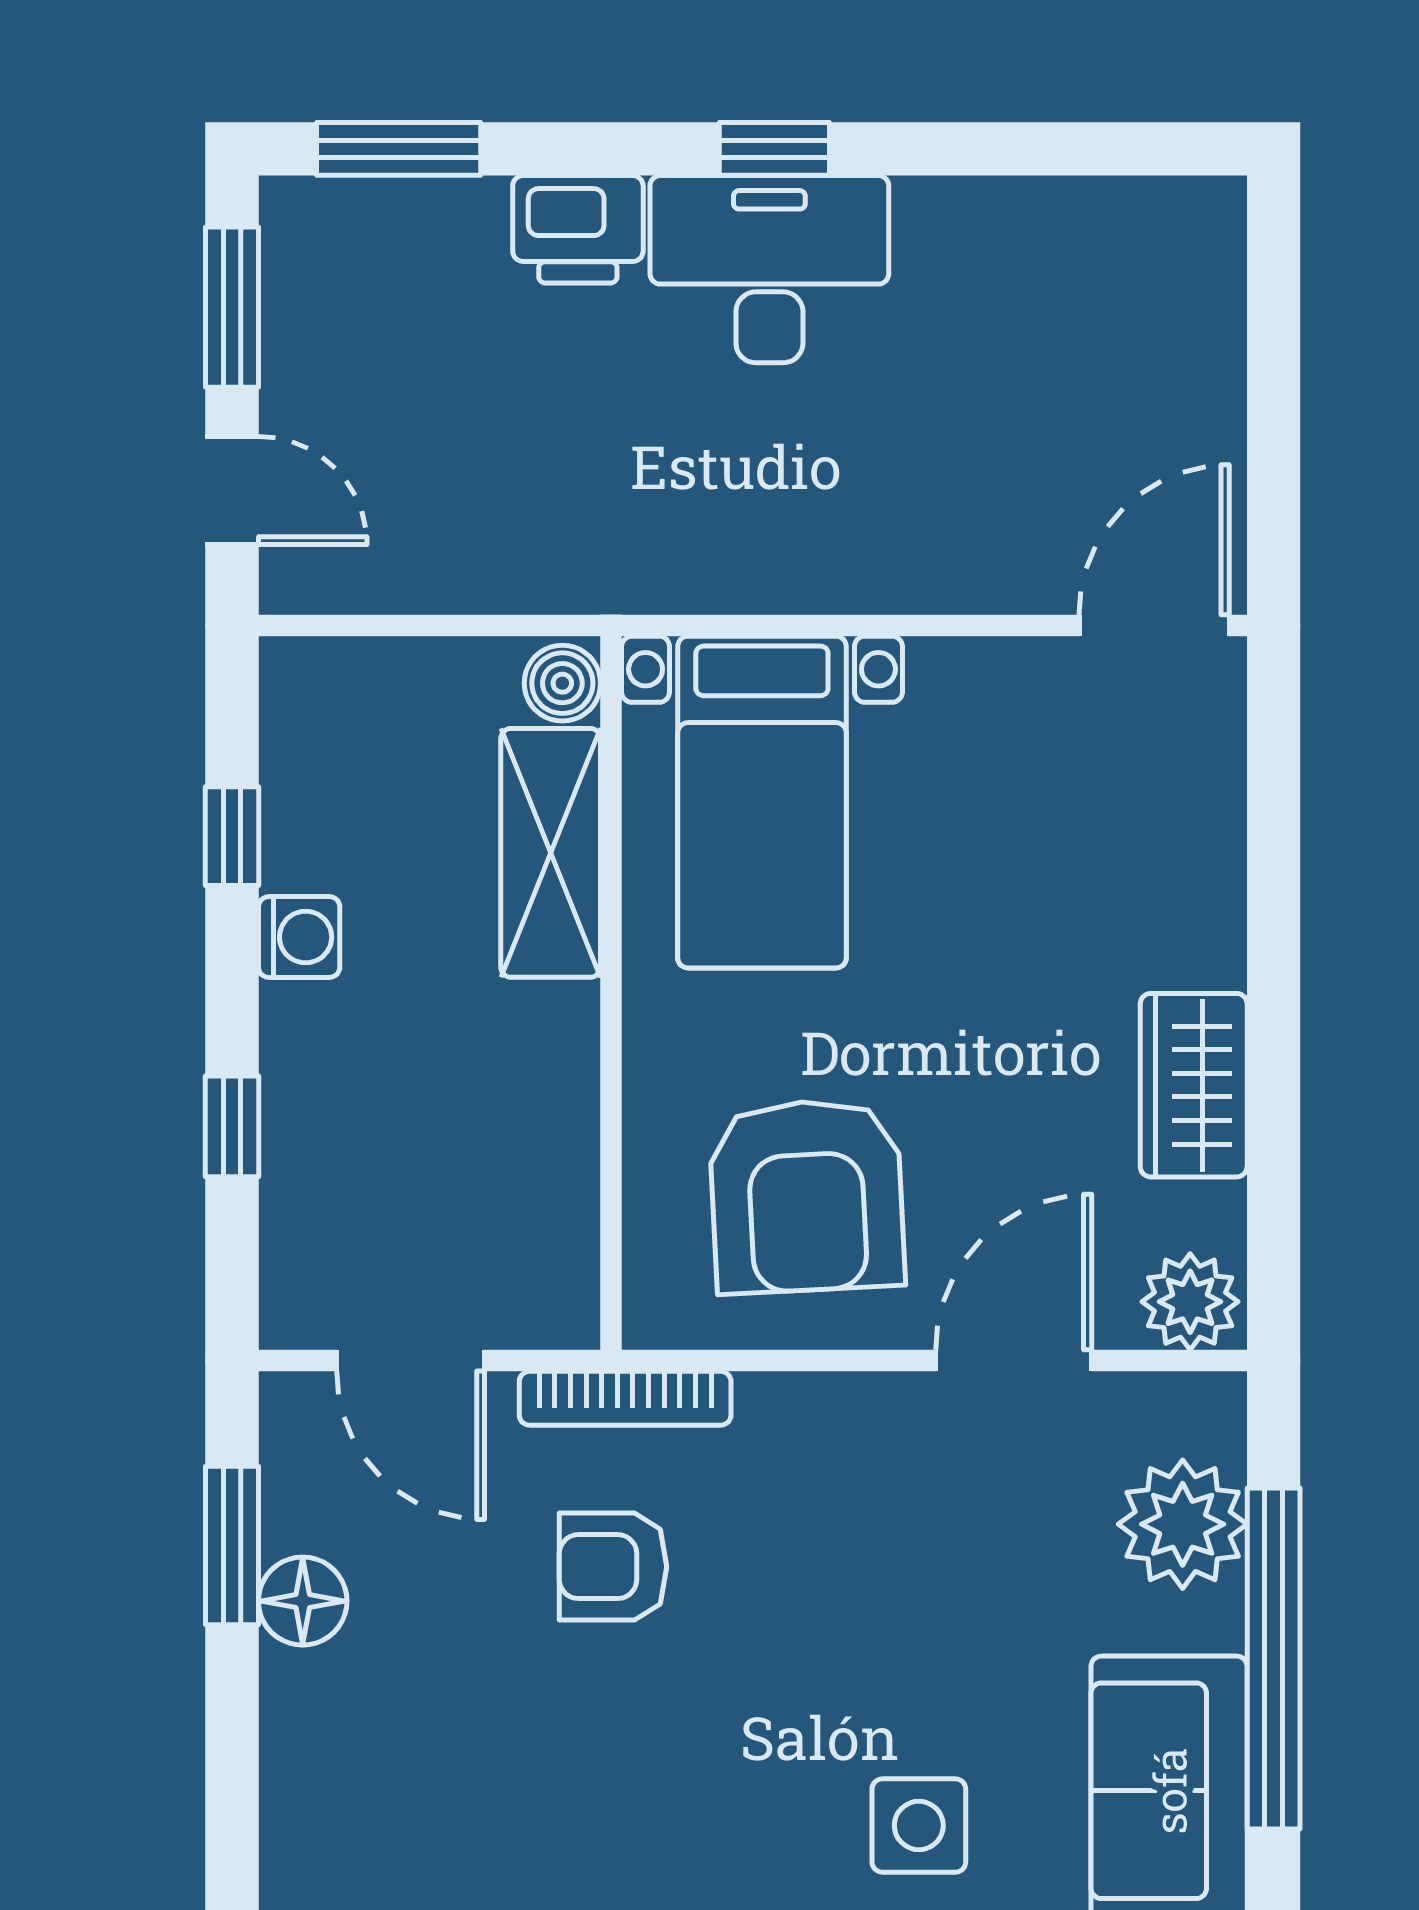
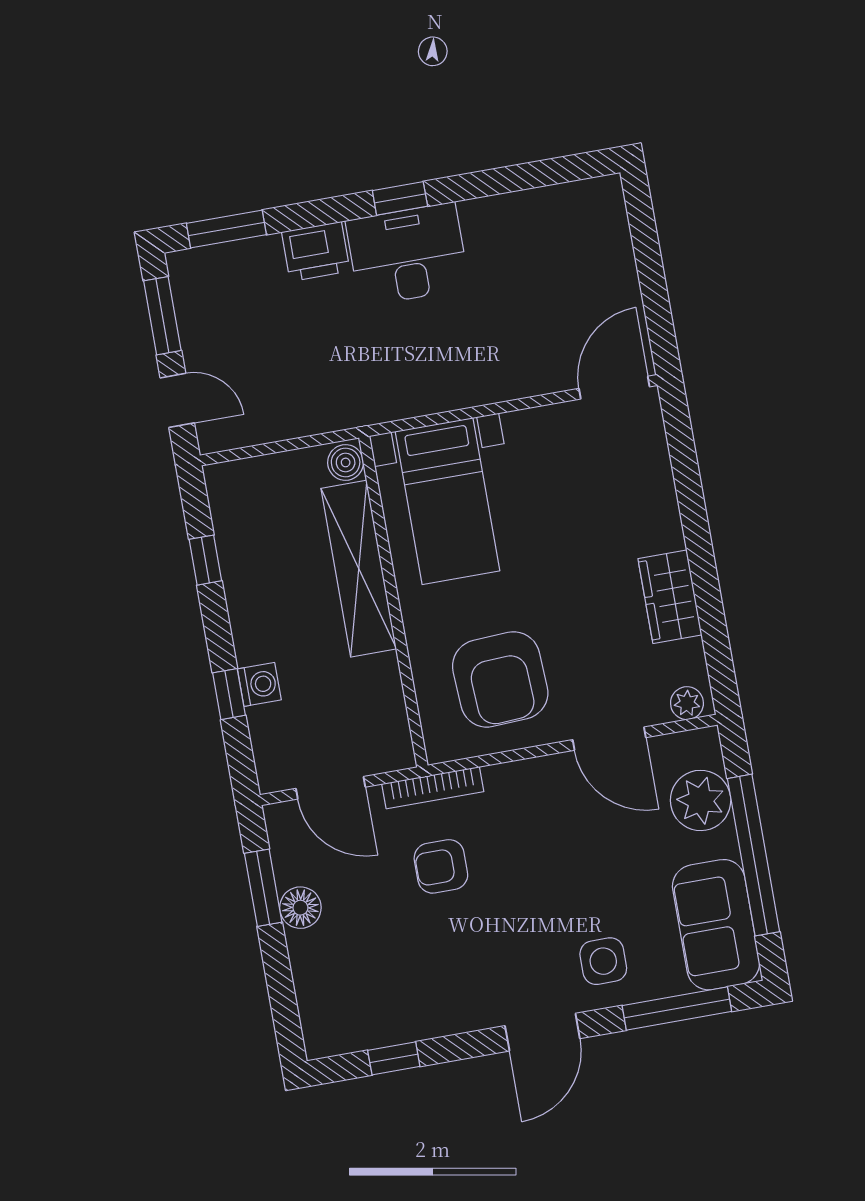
shelving: (551, 853) -> (359, 569), width x1.47
washing machine: (299, 937) -> (259, 684), moved
plant: (1190, 1302) -> (687, 703), width x0.73, depth x0.73
door: (1014, 1361) -> (609, 739), swing flipped

